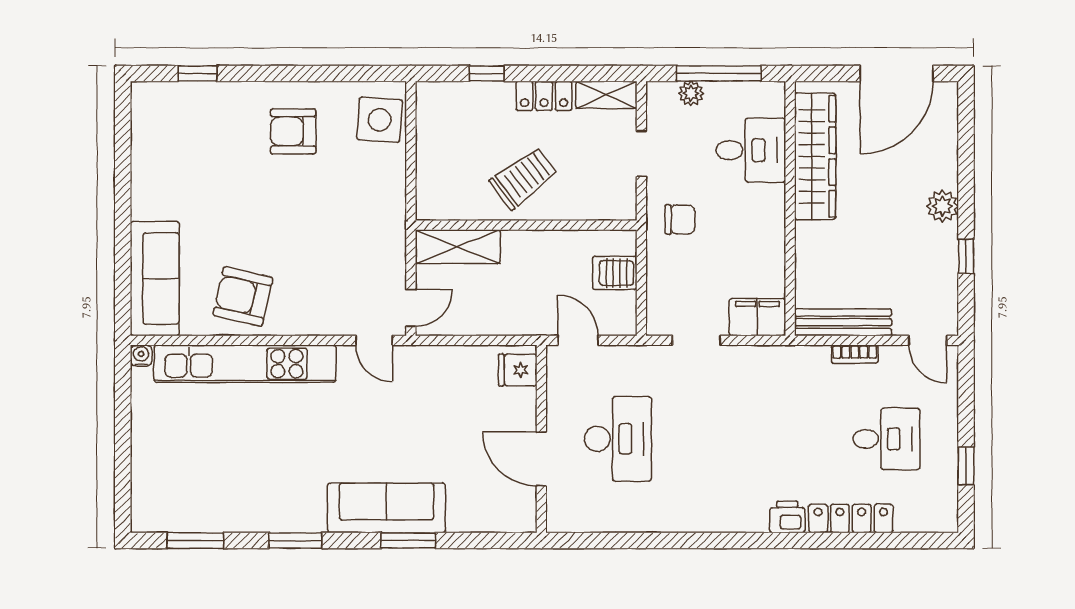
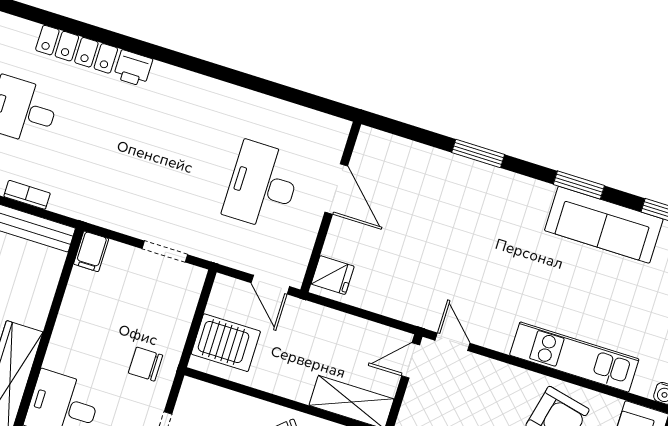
server rack: (615, 273) -> (226, 343), width x1.36, depth x1.44
filing cabinet: (757, 317) -> (91, 251), width x0.50
kitchen unit: (245, 364) -> (574, 357), width x0.73
sofa: (386, 508) -> (604, 225), moved

